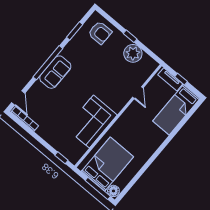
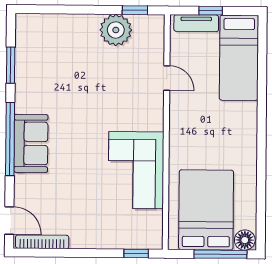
armchair: (100, 33) -> (47, 39), removed
window: (130, 36) -> (135, 10), moved

